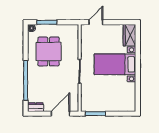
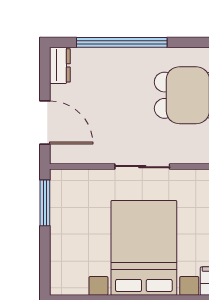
bed with nightstands: (115, 64) -> (144, 248), width x1.36

